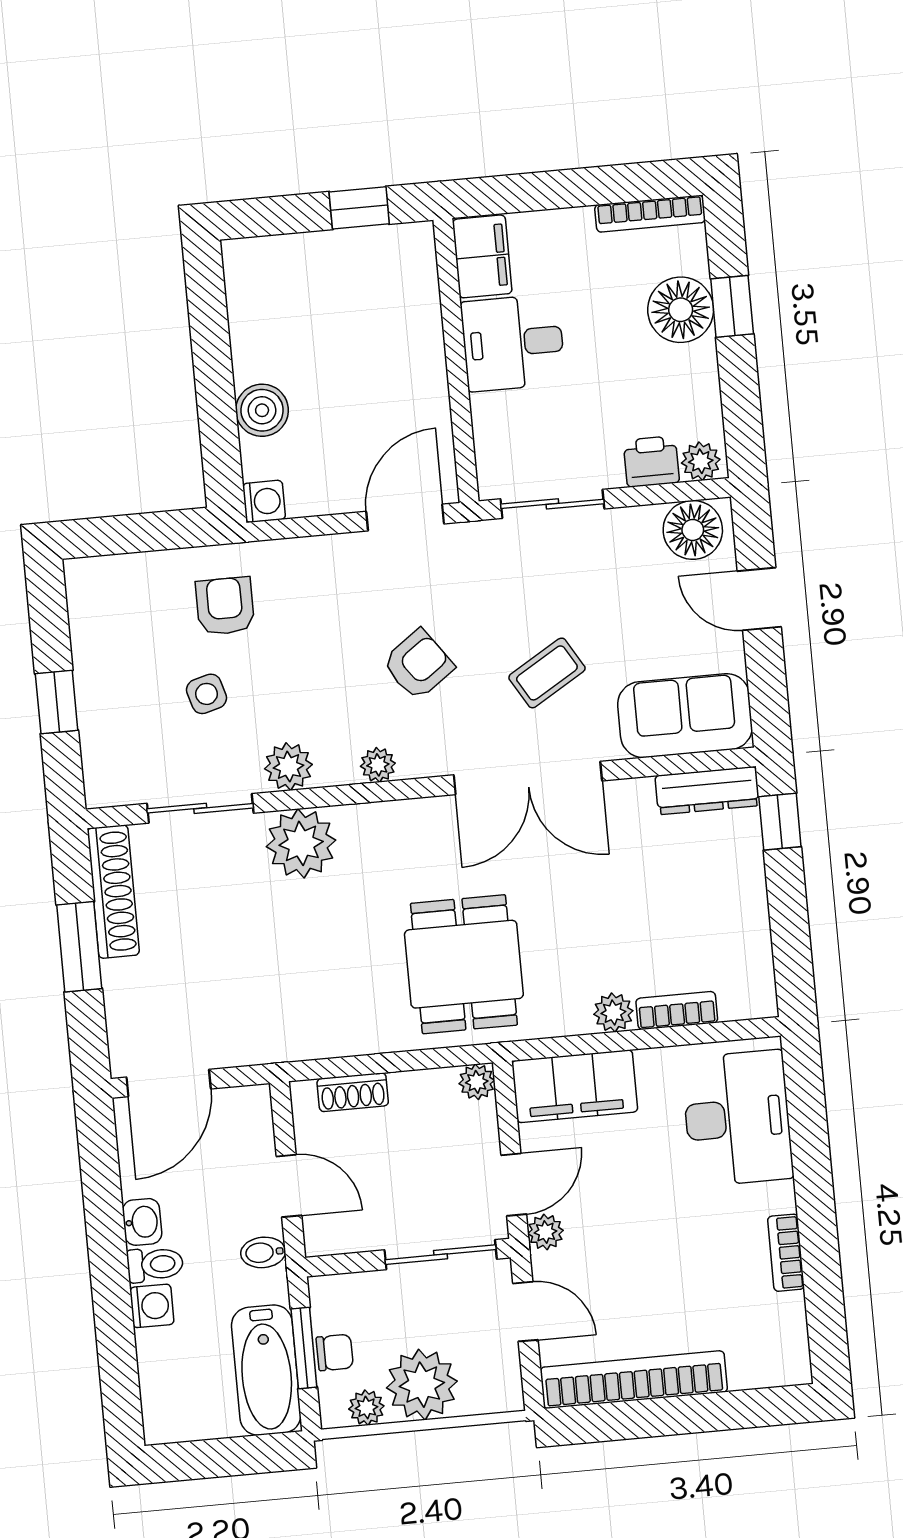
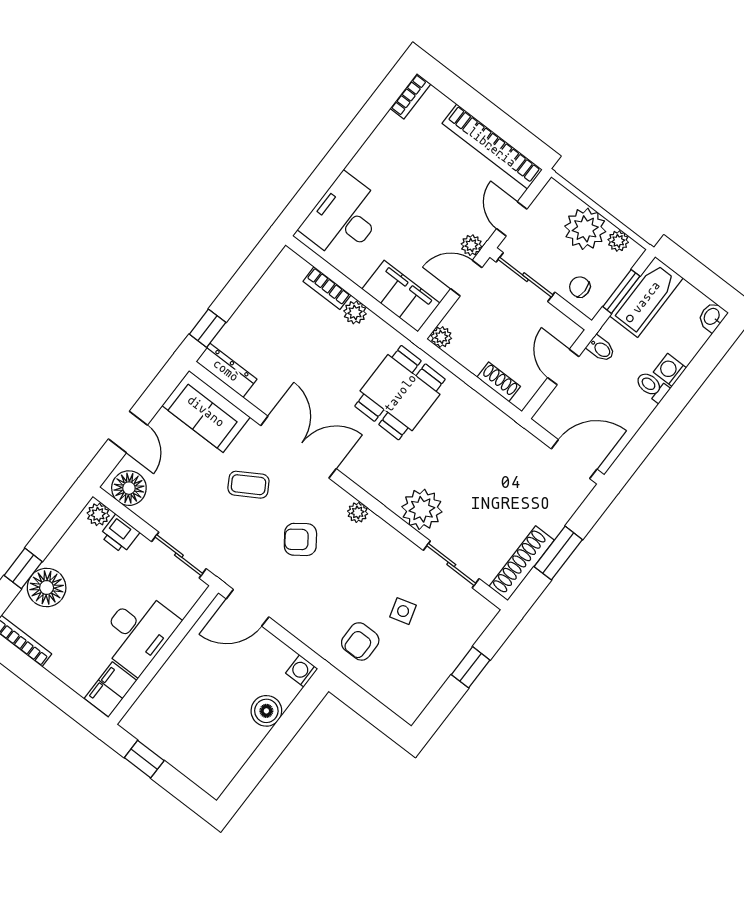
desk: (513, 343) -> (138, 632), width x1.37
plant: (288, 767) -> (397, 547), removed
washbasin: (142, 1222) -> (712, 317), moved
bookcase: (786, 1253) -> (410, 96), moved
chair: (335, 1352) -> (580, 287), moved

